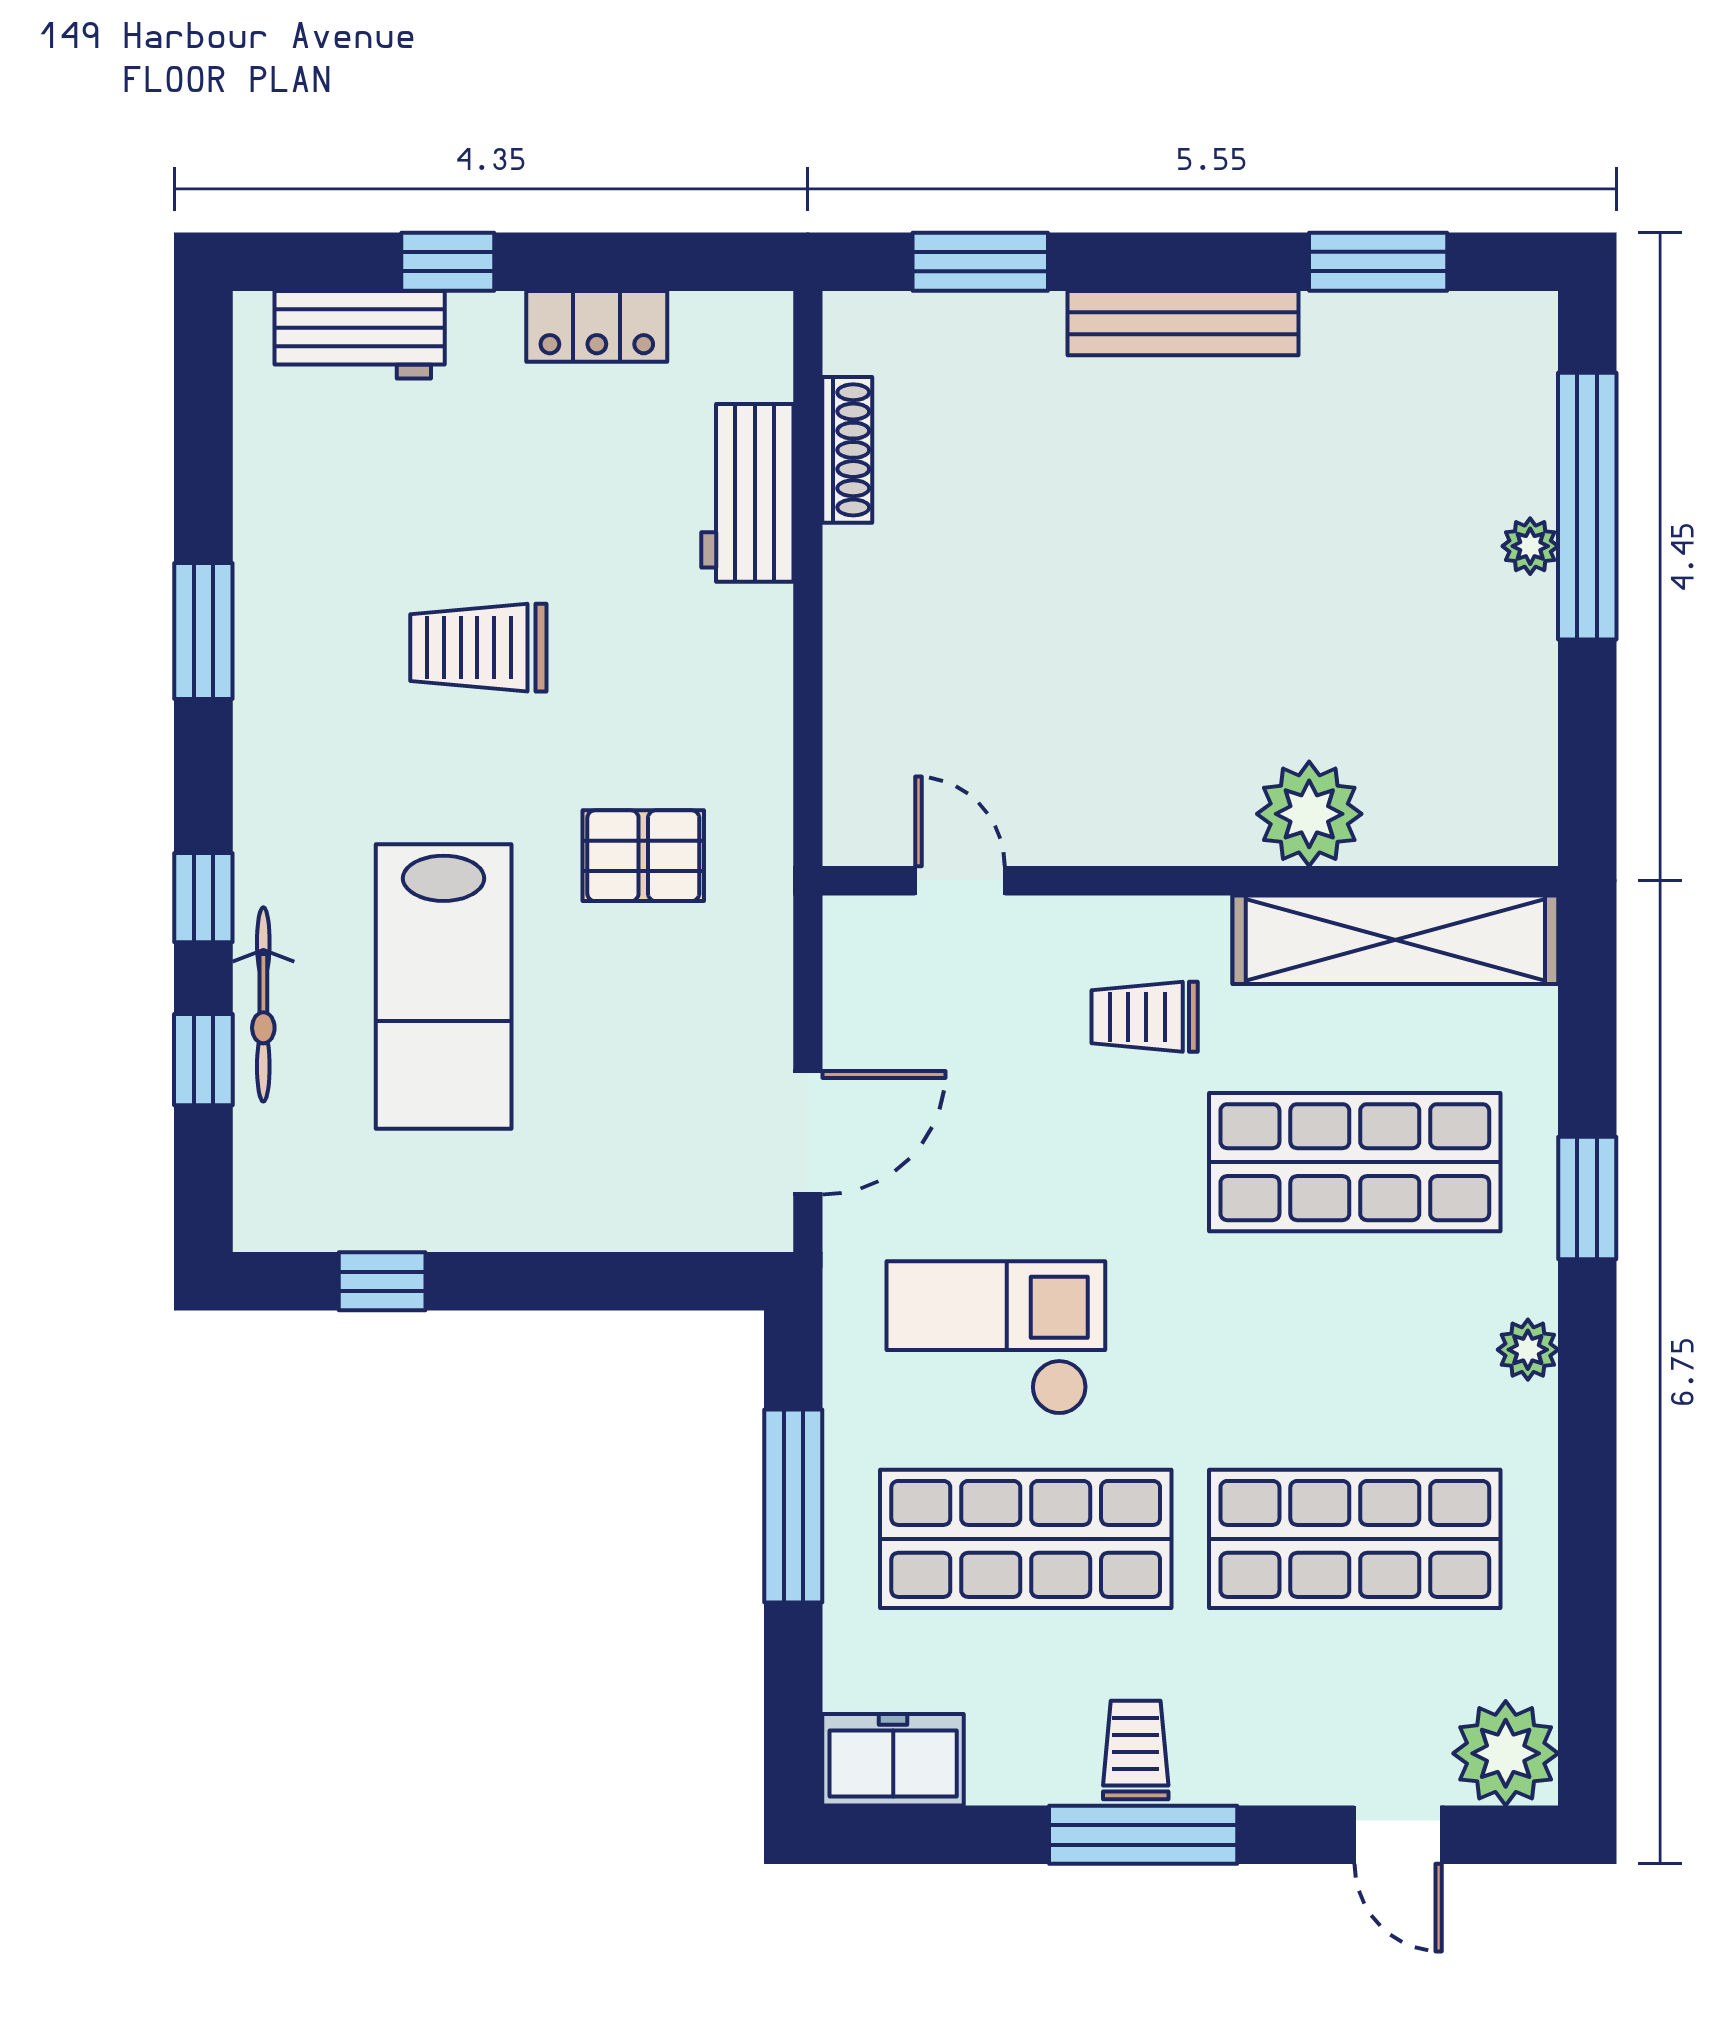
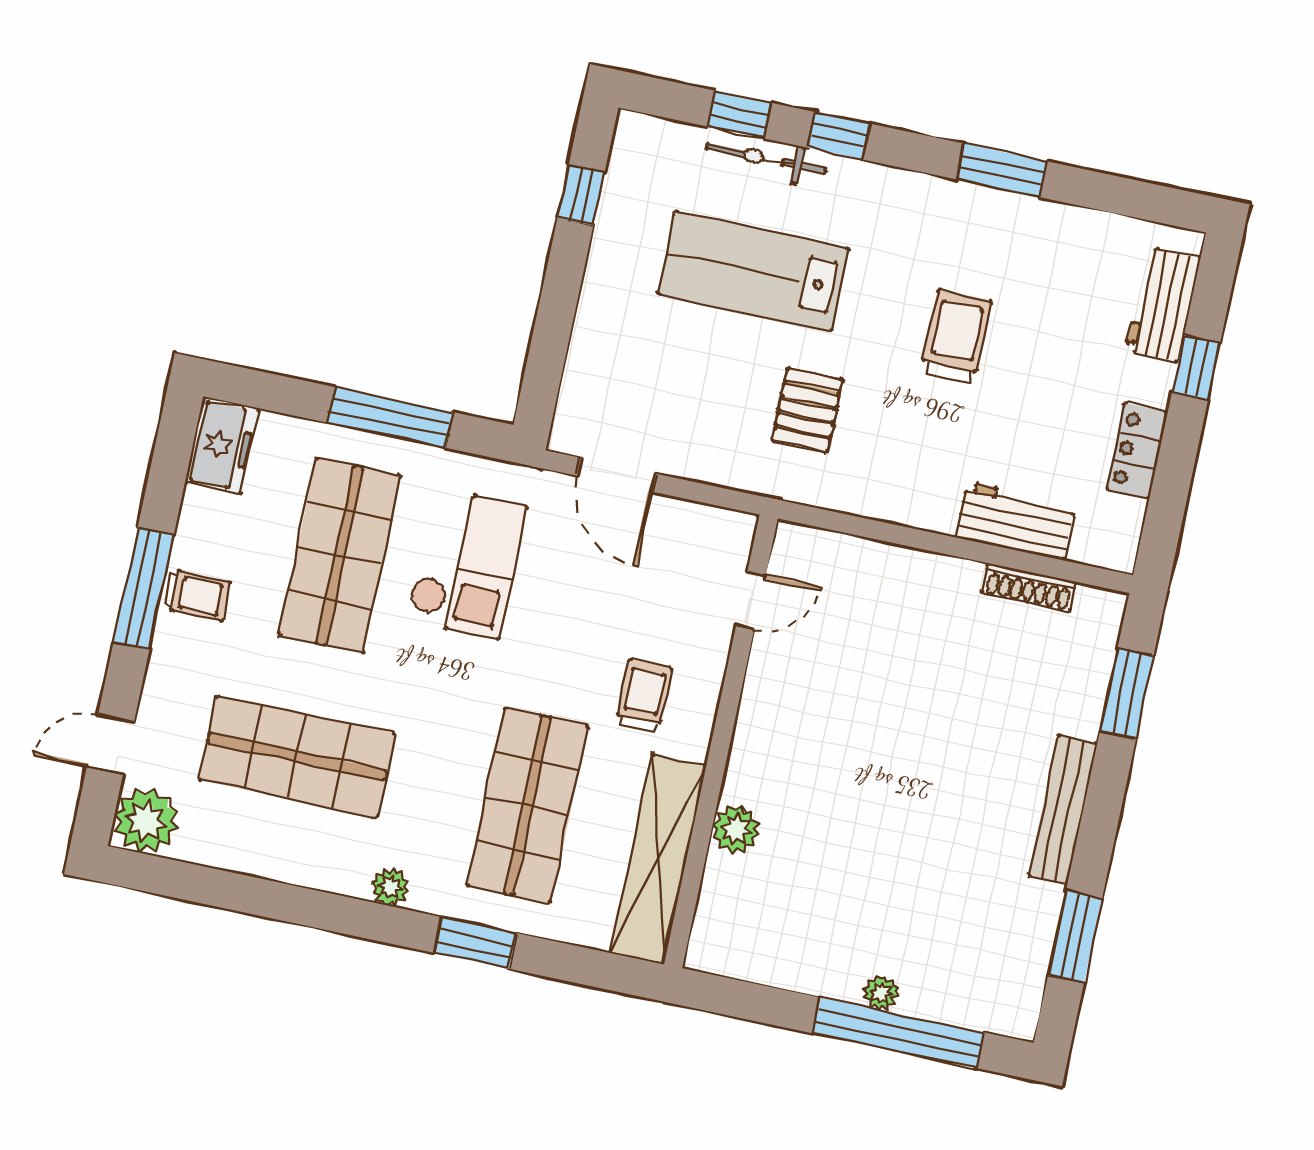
plant: (1309, 814) -> (736, 830), width x0.73, depth x0.73
shop shelf: (1355, 1539) -> (297, 756), turned 90

